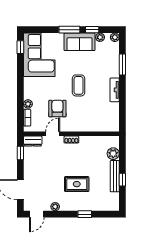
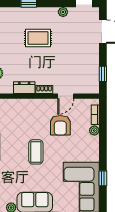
window: (20, 47) -> (103, 178), moved
dresser: (33, 141) -> (24, 88), moved

